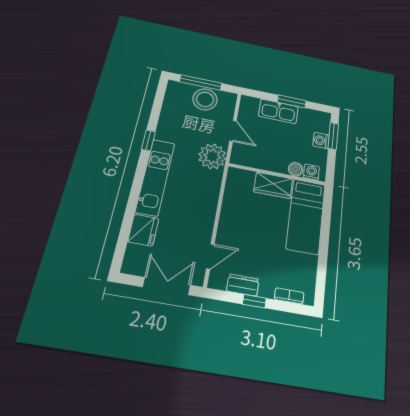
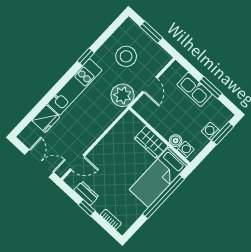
window: (201, 83) -> (151, 32), width x0.69
stool: (205, 99) -> (126, 56), moved
window: (325, 233) -> (164, 197), added

